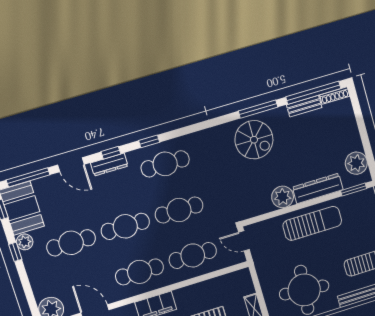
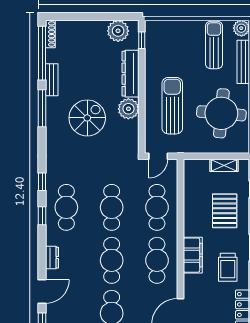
bench: (304, 106) -> (52, 80), moved
spiral stairs: (254, 140) -> (87, 118), moved
window: (111, 153) -> (42, 182), moved
dresser: (109, 165) -> (52, 258), width x0.70
window: (354, 190) -> (142, 40), width x0.67
sun lounger: (312, 223) -> (172, 106), moved

